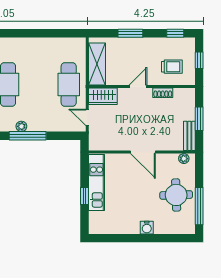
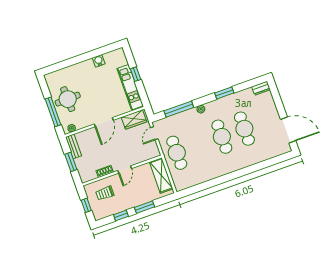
window: (175, 33) -> (121, 215), moved
wardrobe: (103, 96) -> (134, 119), moved, turned 180
door: (87, 117) -> (154, 133), swing flipped
window: (28, 136) -> (179, 109), moved
door: (143, 152) -> (104, 122), swing flipped
window: (199, 206) -> (53, 112), moved
water cooler: (147, 228) -> (99, 61), moved

